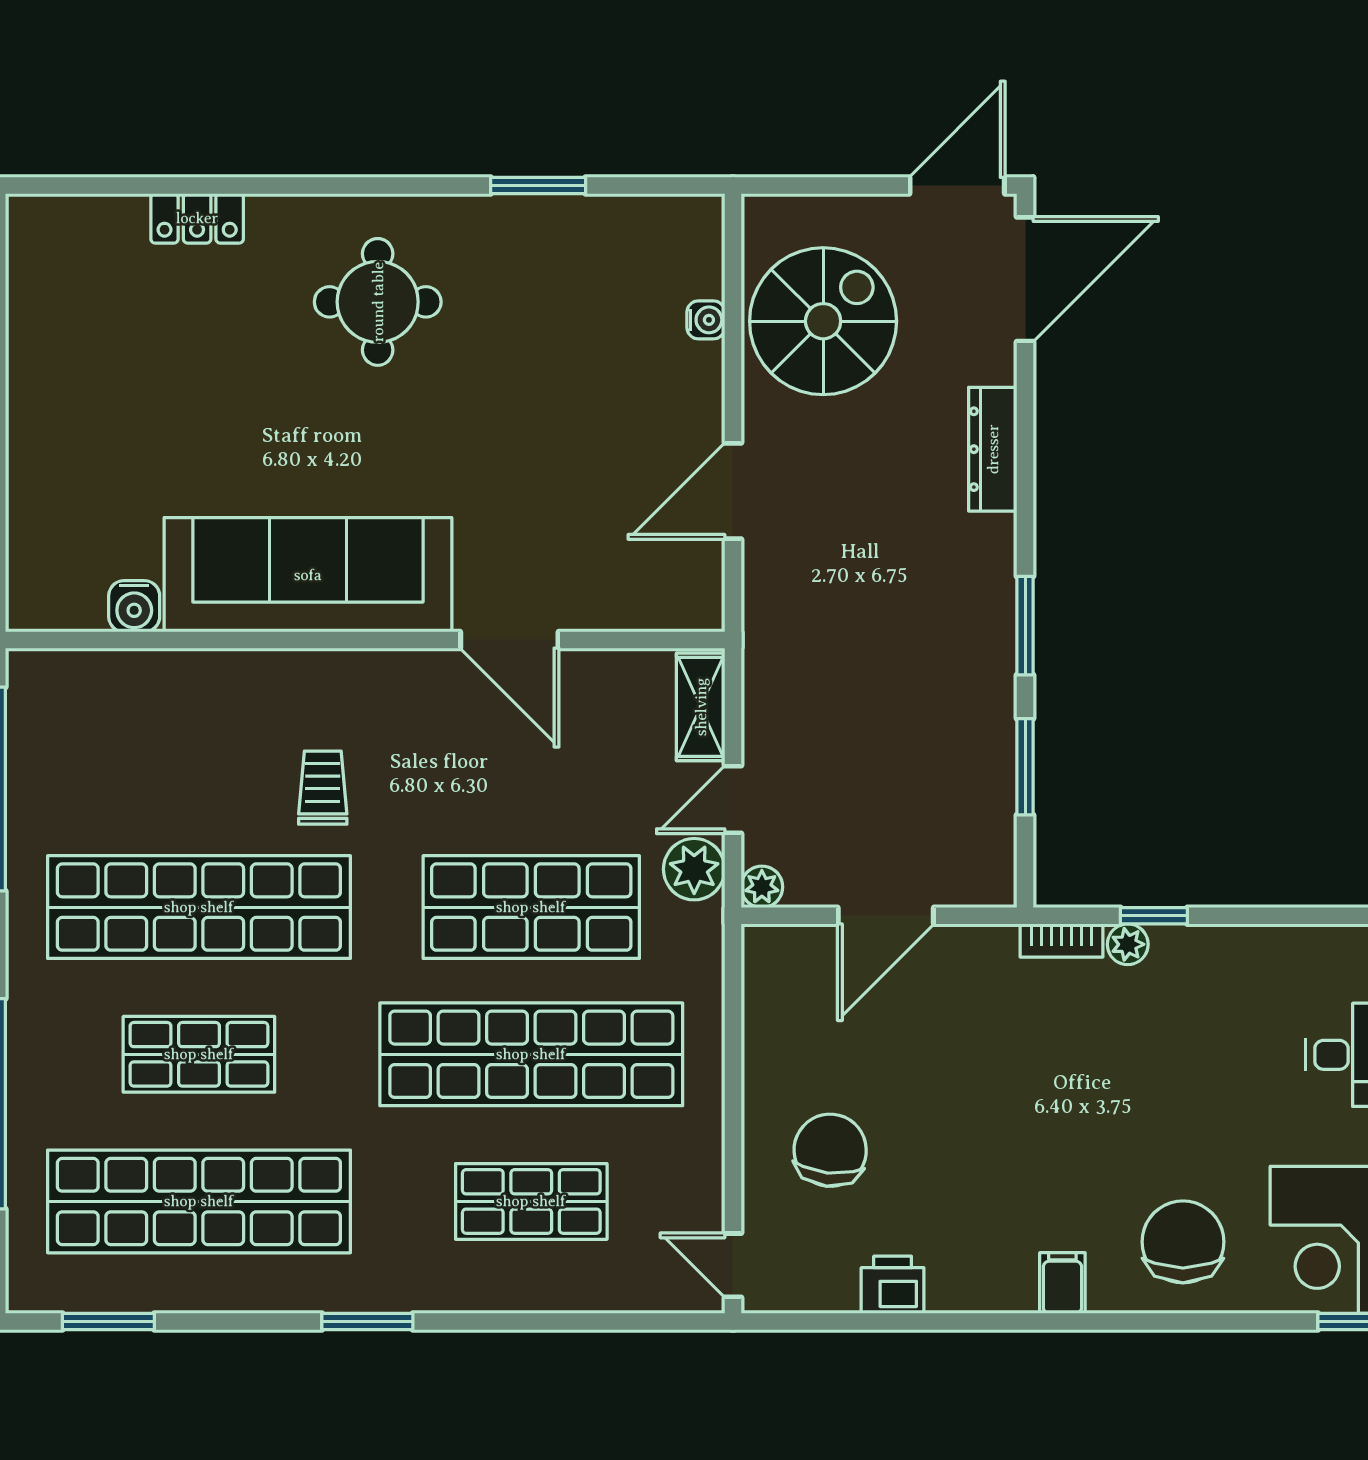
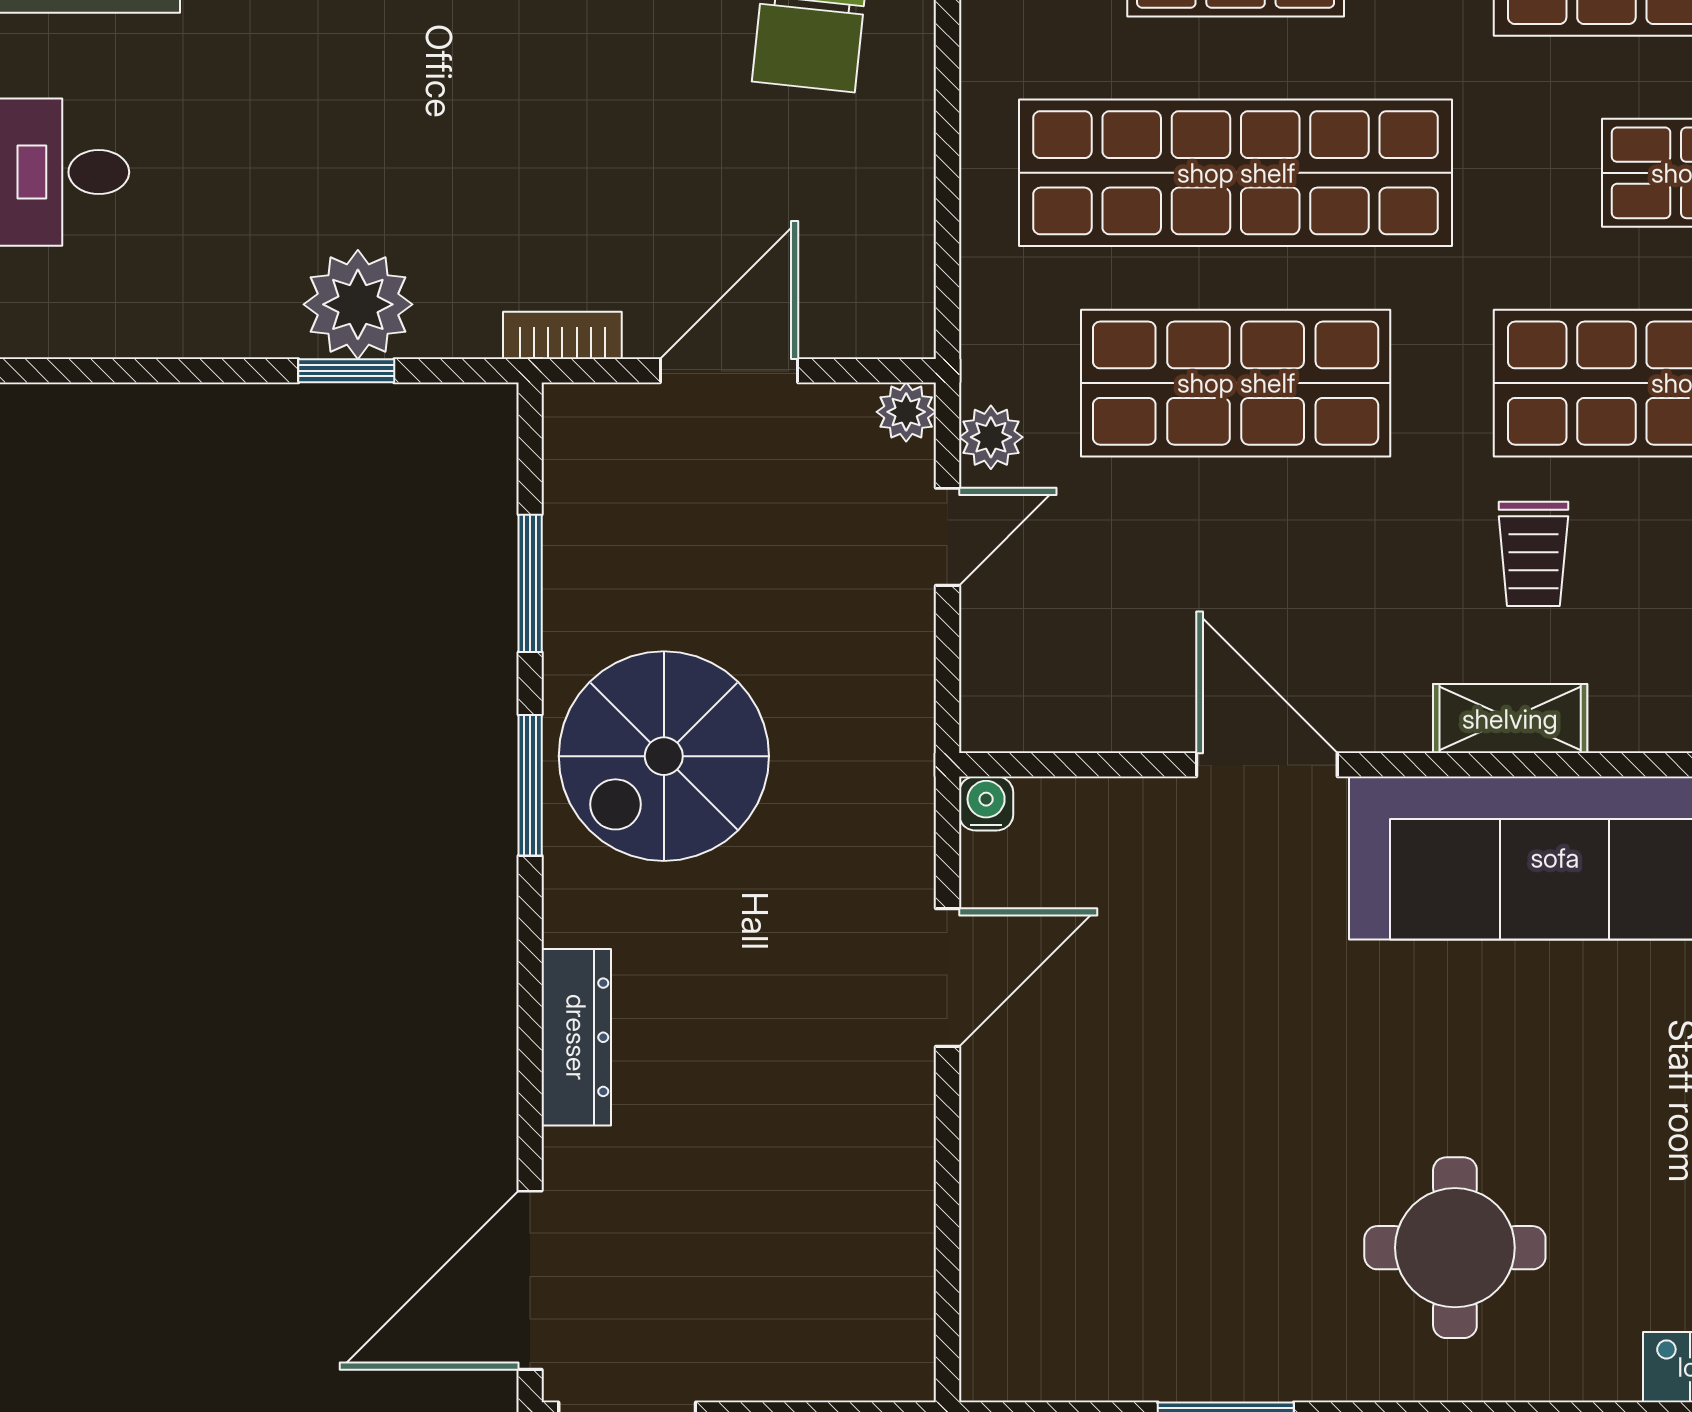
water cooler: (706, 320) -> (986, 803), moved, turned 90
spiral stairs: (823, 321) -> (664, 756), moved
shelving: (701, 707) -> (1510, 719), moved, turned 90
plant: (694, 869) -> (991, 437), width x0.73, depth x0.73
bookcase: (1062, 940) -> (562, 335), moved
plant: (1128, 944) -> (358, 304), width x1.88, depth x1.88

